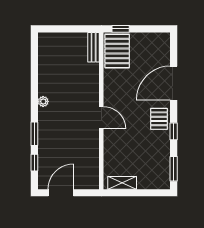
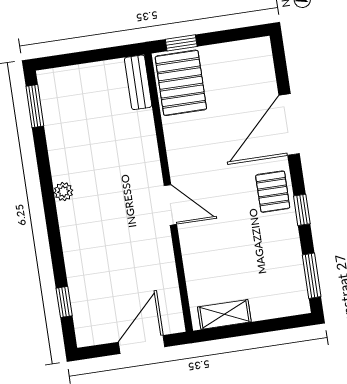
window: (34, 134) -> (35, 106), moved
door: (61, 193) -> (142, 344), moved

